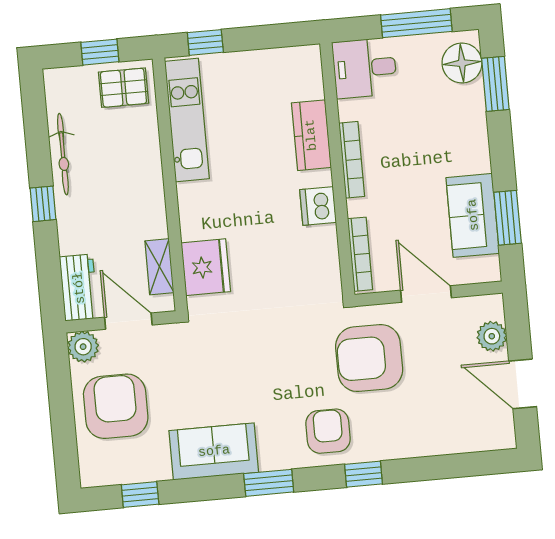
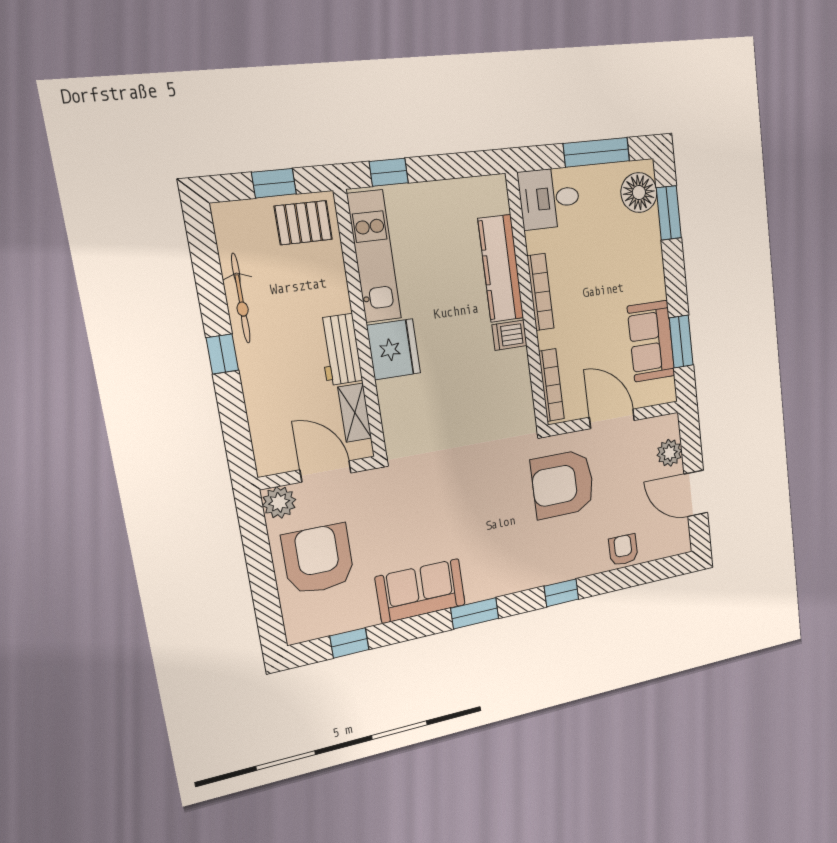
kitchen counter: (311, 135) -> (501, 269), width x1.50
dishwasher: (318, 206) -> (510, 335), width x0.73
fridge: (206, 267) -> (394, 349), moved
workbench: (79, 288) -> (340, 350), moved, turned 180
armchair: (328, 431) -> (623, 550), moved, width x0.72, depth x0.72

